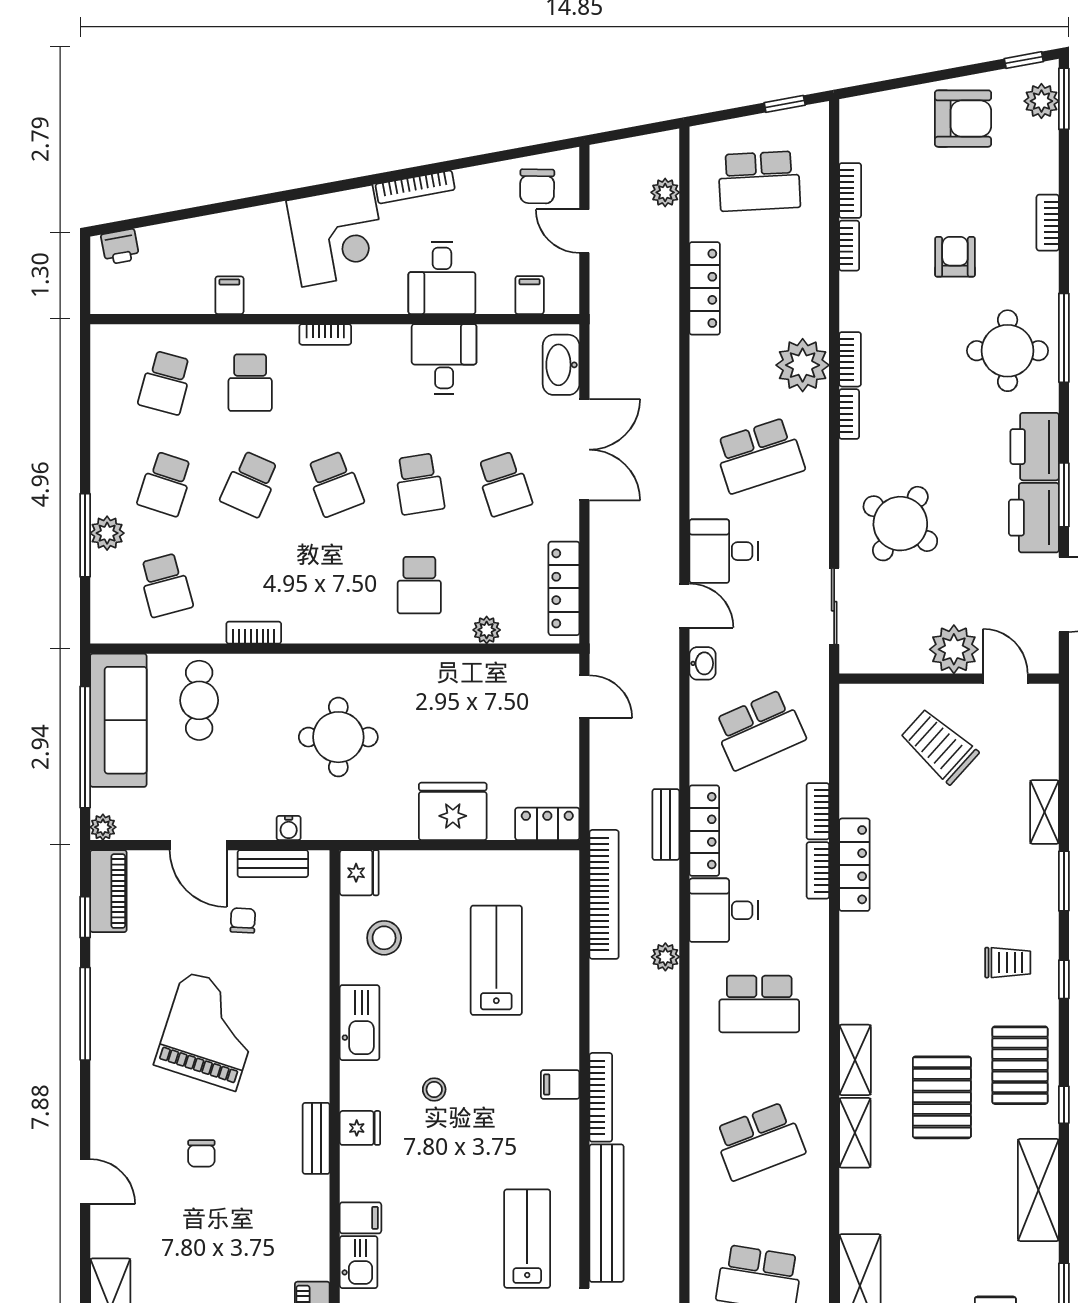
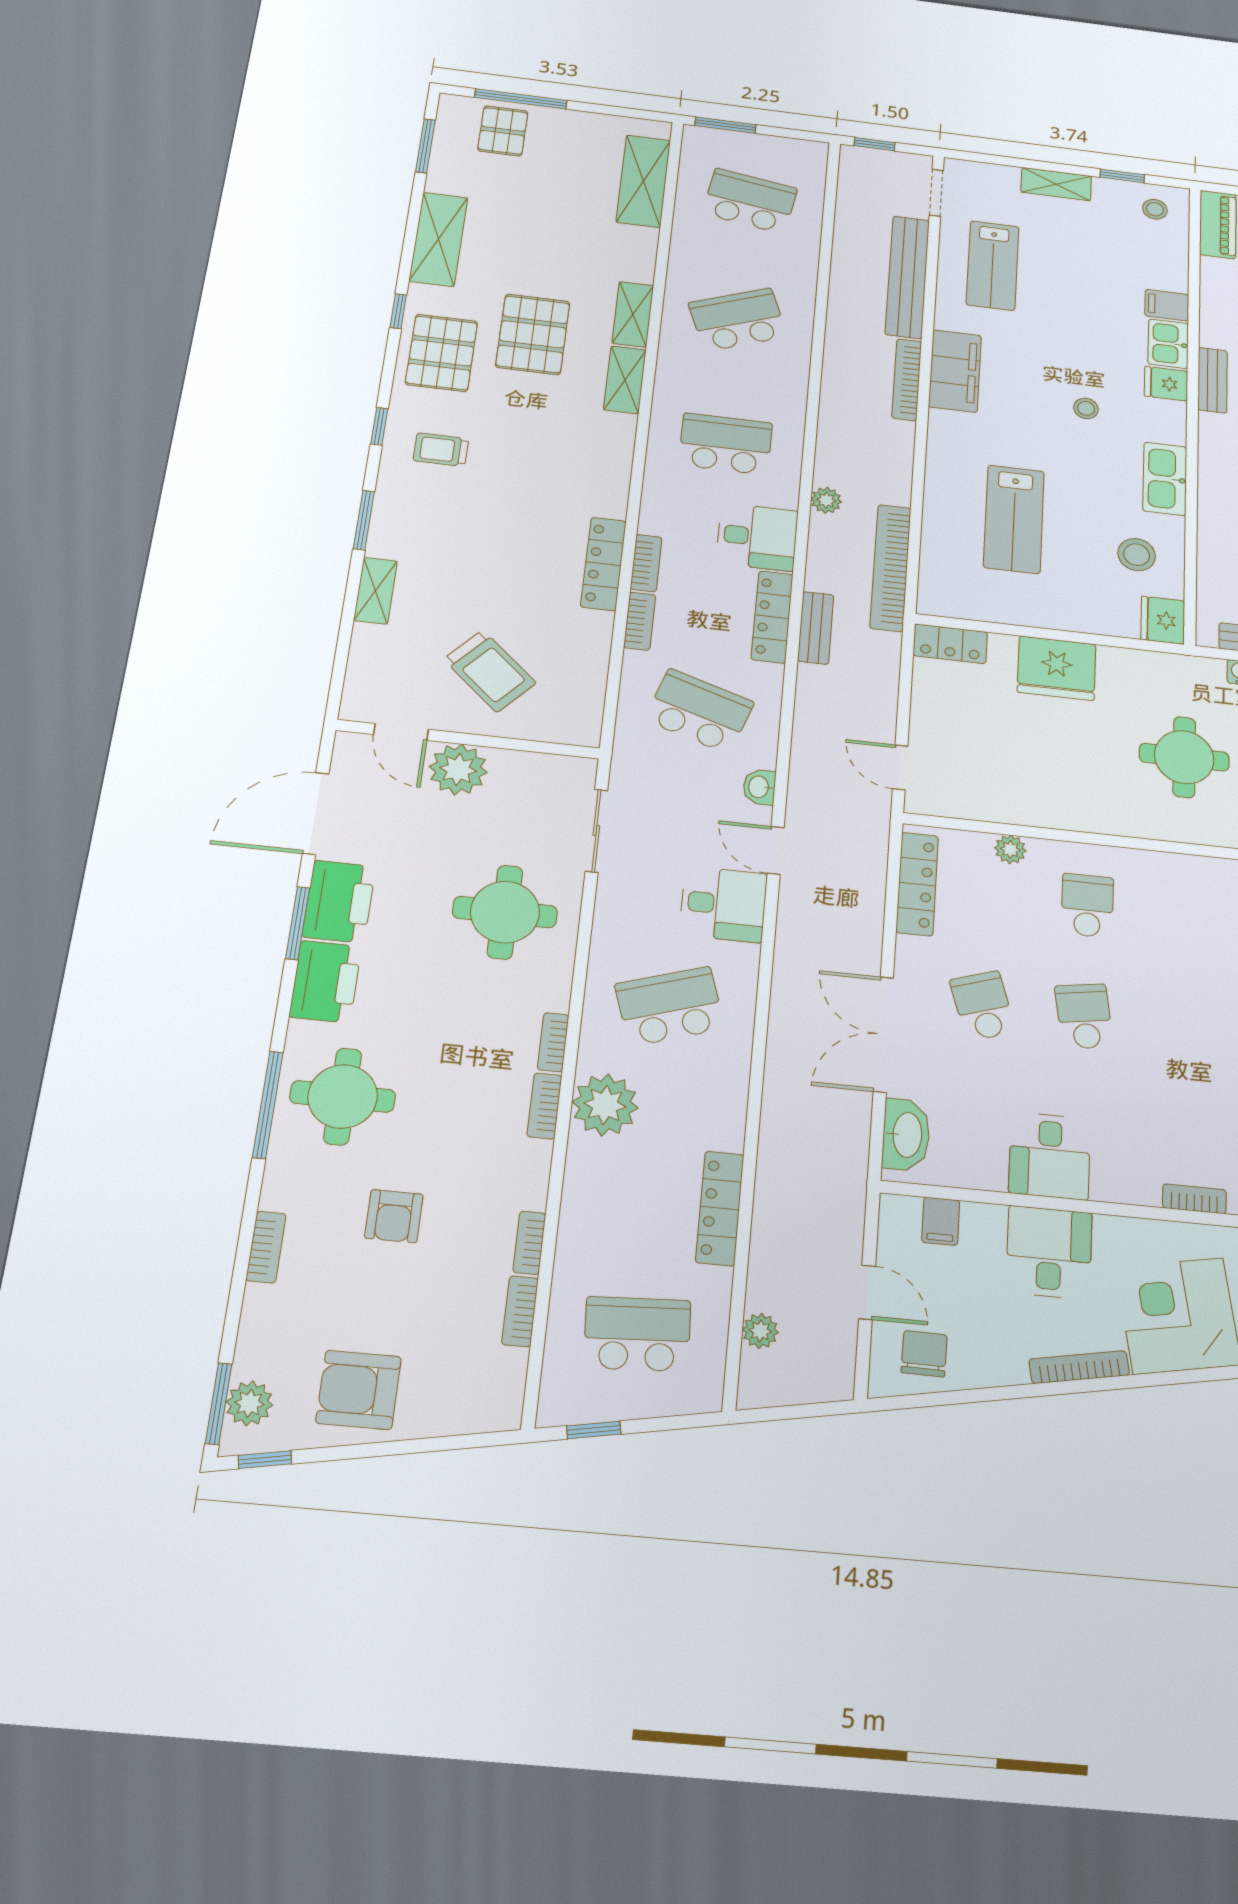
school desk: (335, 484) -> (1185, 1027), removed
round table: (900, 524) -> (505, 912), turned -33
school desk: (759, 730) -> (699, 711), turned 42
filing cabinet: (560, 1085) -> (955, 371), width x3.00, depth x1.17
kitchen sink: (359, 1262) -> (1168, 344), moved

